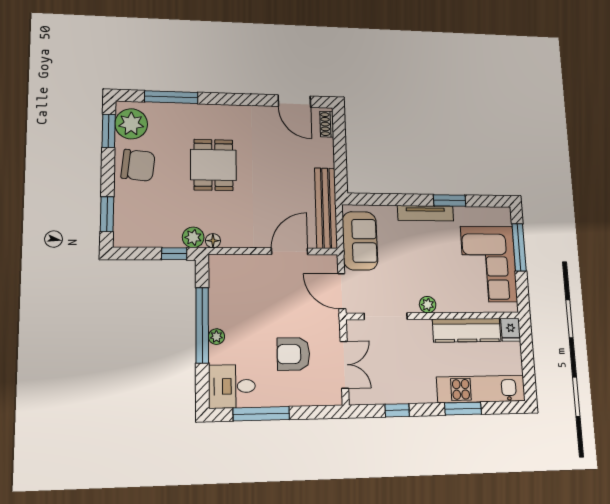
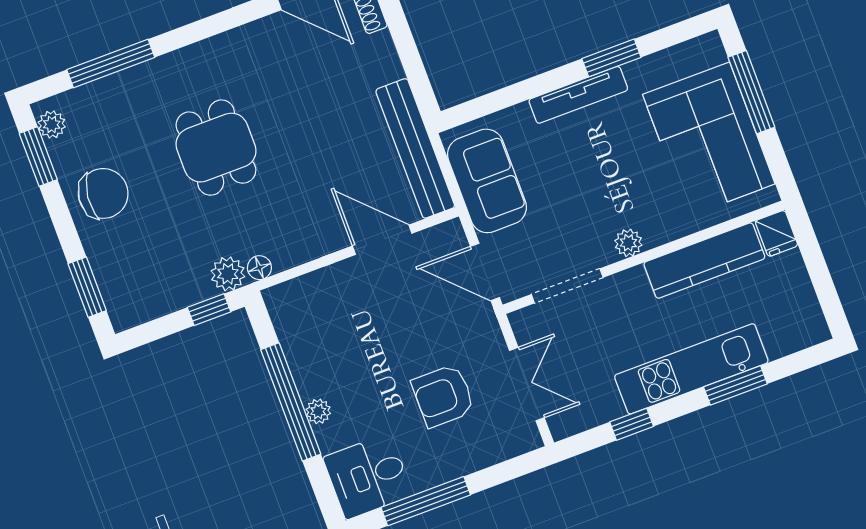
plant: (131, 124) -> (52, 125), width x0.53, depth x0.53
door: (290, 251) -> (382, 240), hinge flipped
kitchen unit: (481, 389) -> (691, 369), moved

